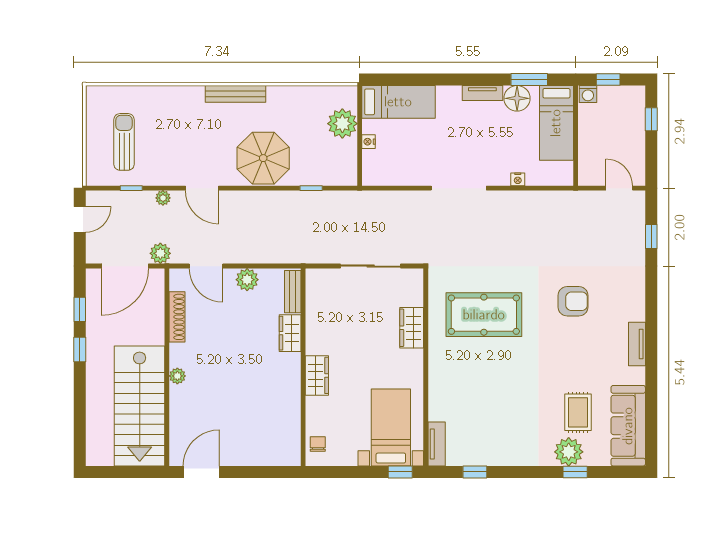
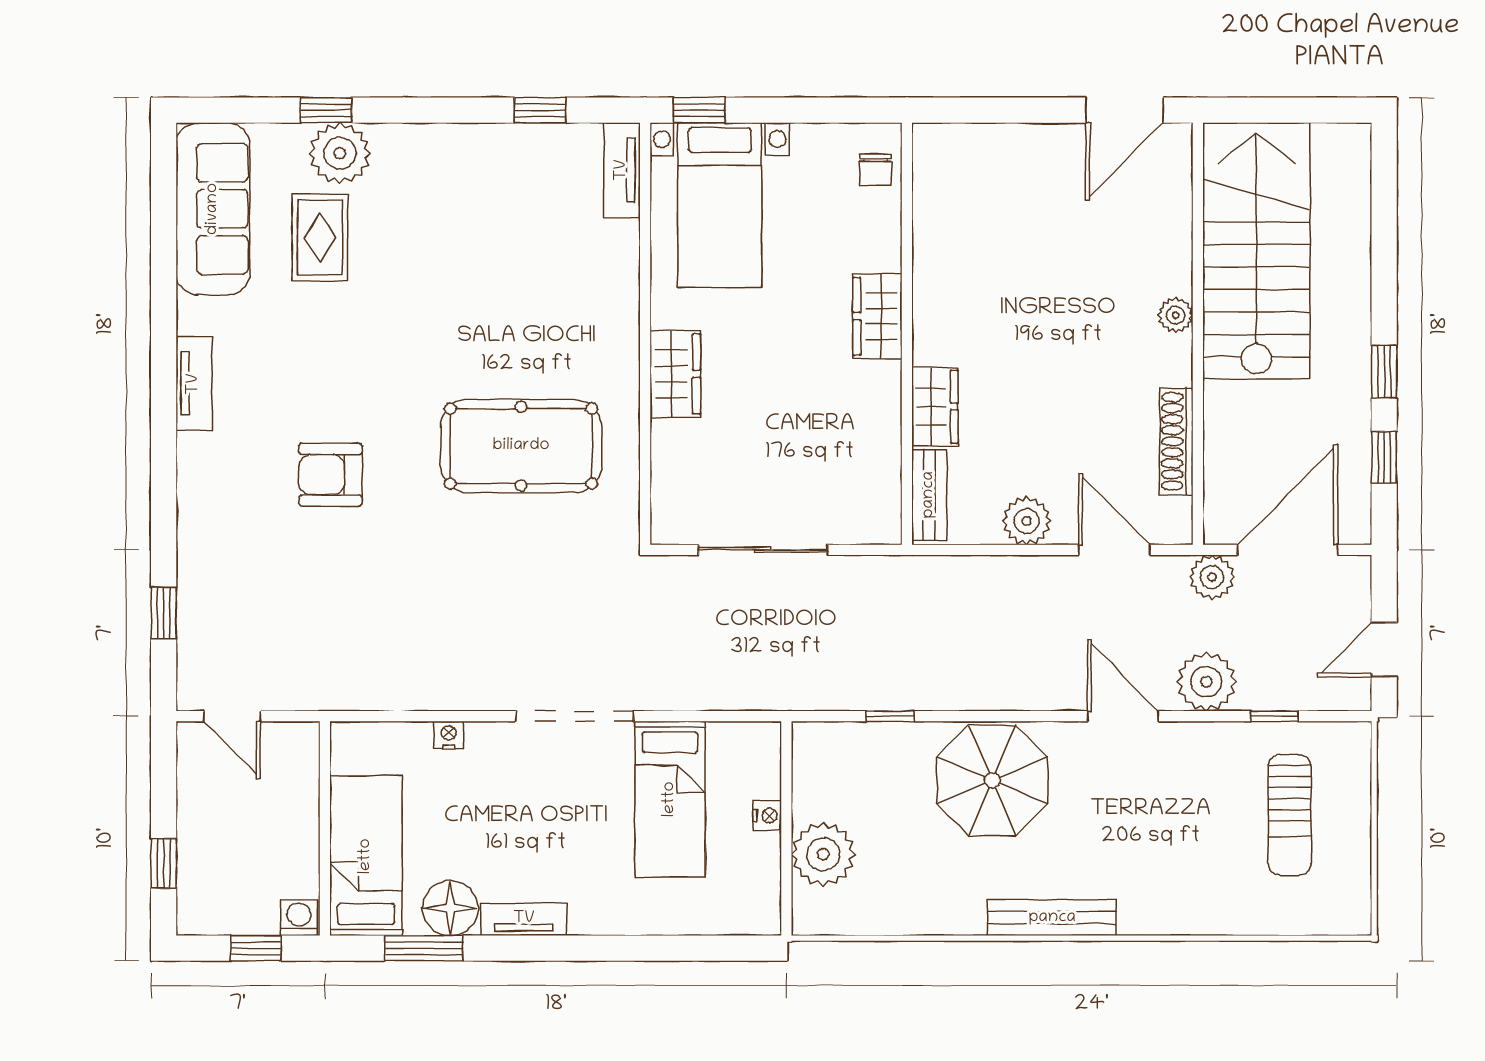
bed: (398, 102) -> (670, 799), moved, turned -90
plant: (163, 198) -> (1206, 682), width x1.87, depth x1.87
wardrobe: (412, 328) -> (675, 374), moved

